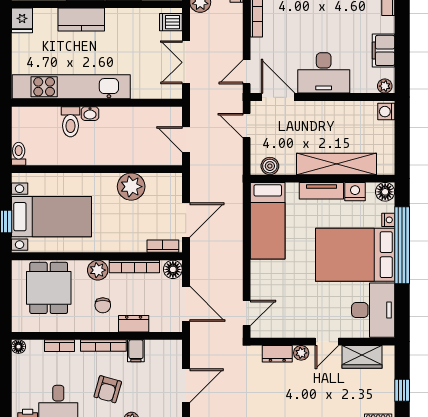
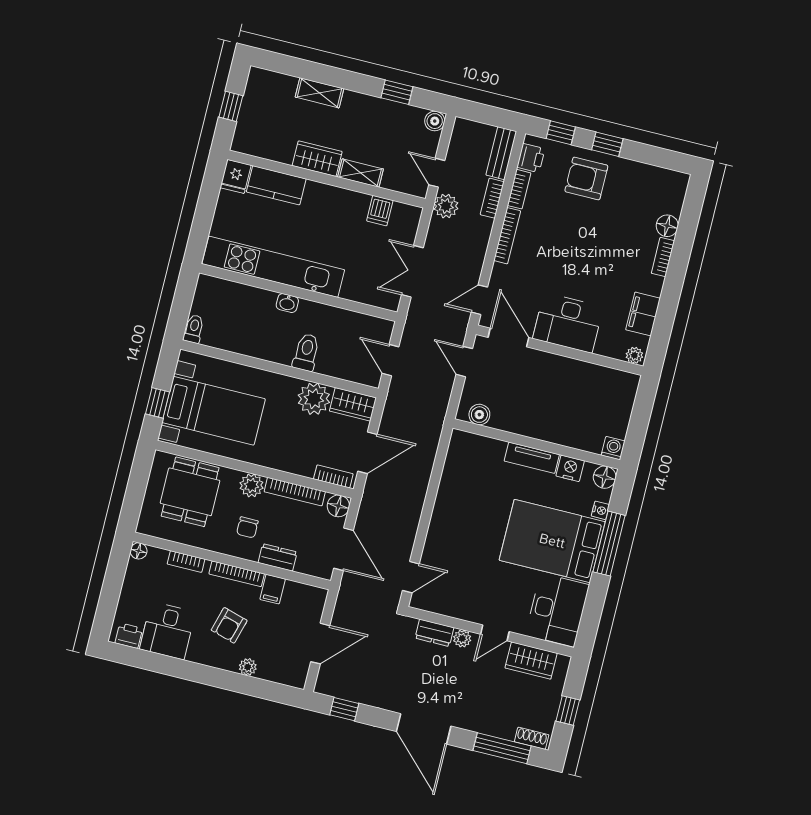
kitchen counter: (81, 19) -> (276, 185), moved
dishwasher: (171, 22) -> (380, 211), moved, turned -90
washing machine: (386, 112) -> (613, 448), moved, turned 90
toilet: (71, 122) -> (306, 352), moved, turned 180
shelving: (336, 164) -> (557, 431), removed
wardrobe: (164, 183) -> (353, 404), added
bed: (268, 221) -> (461, 477), removed
window: (402, 245) -> (609, 544), width x0.68

